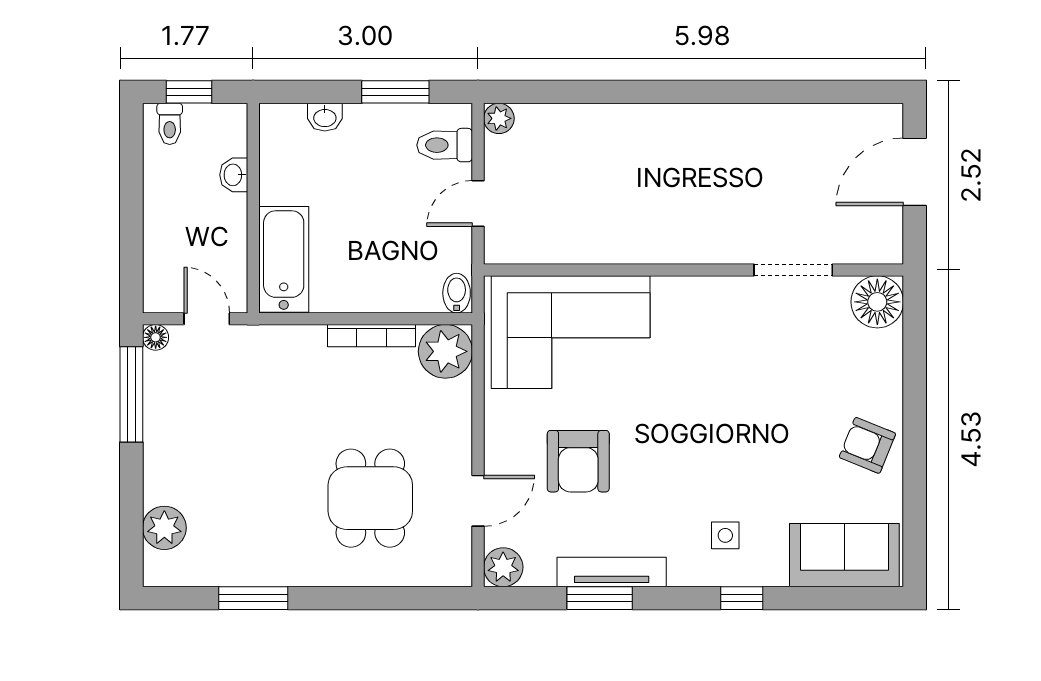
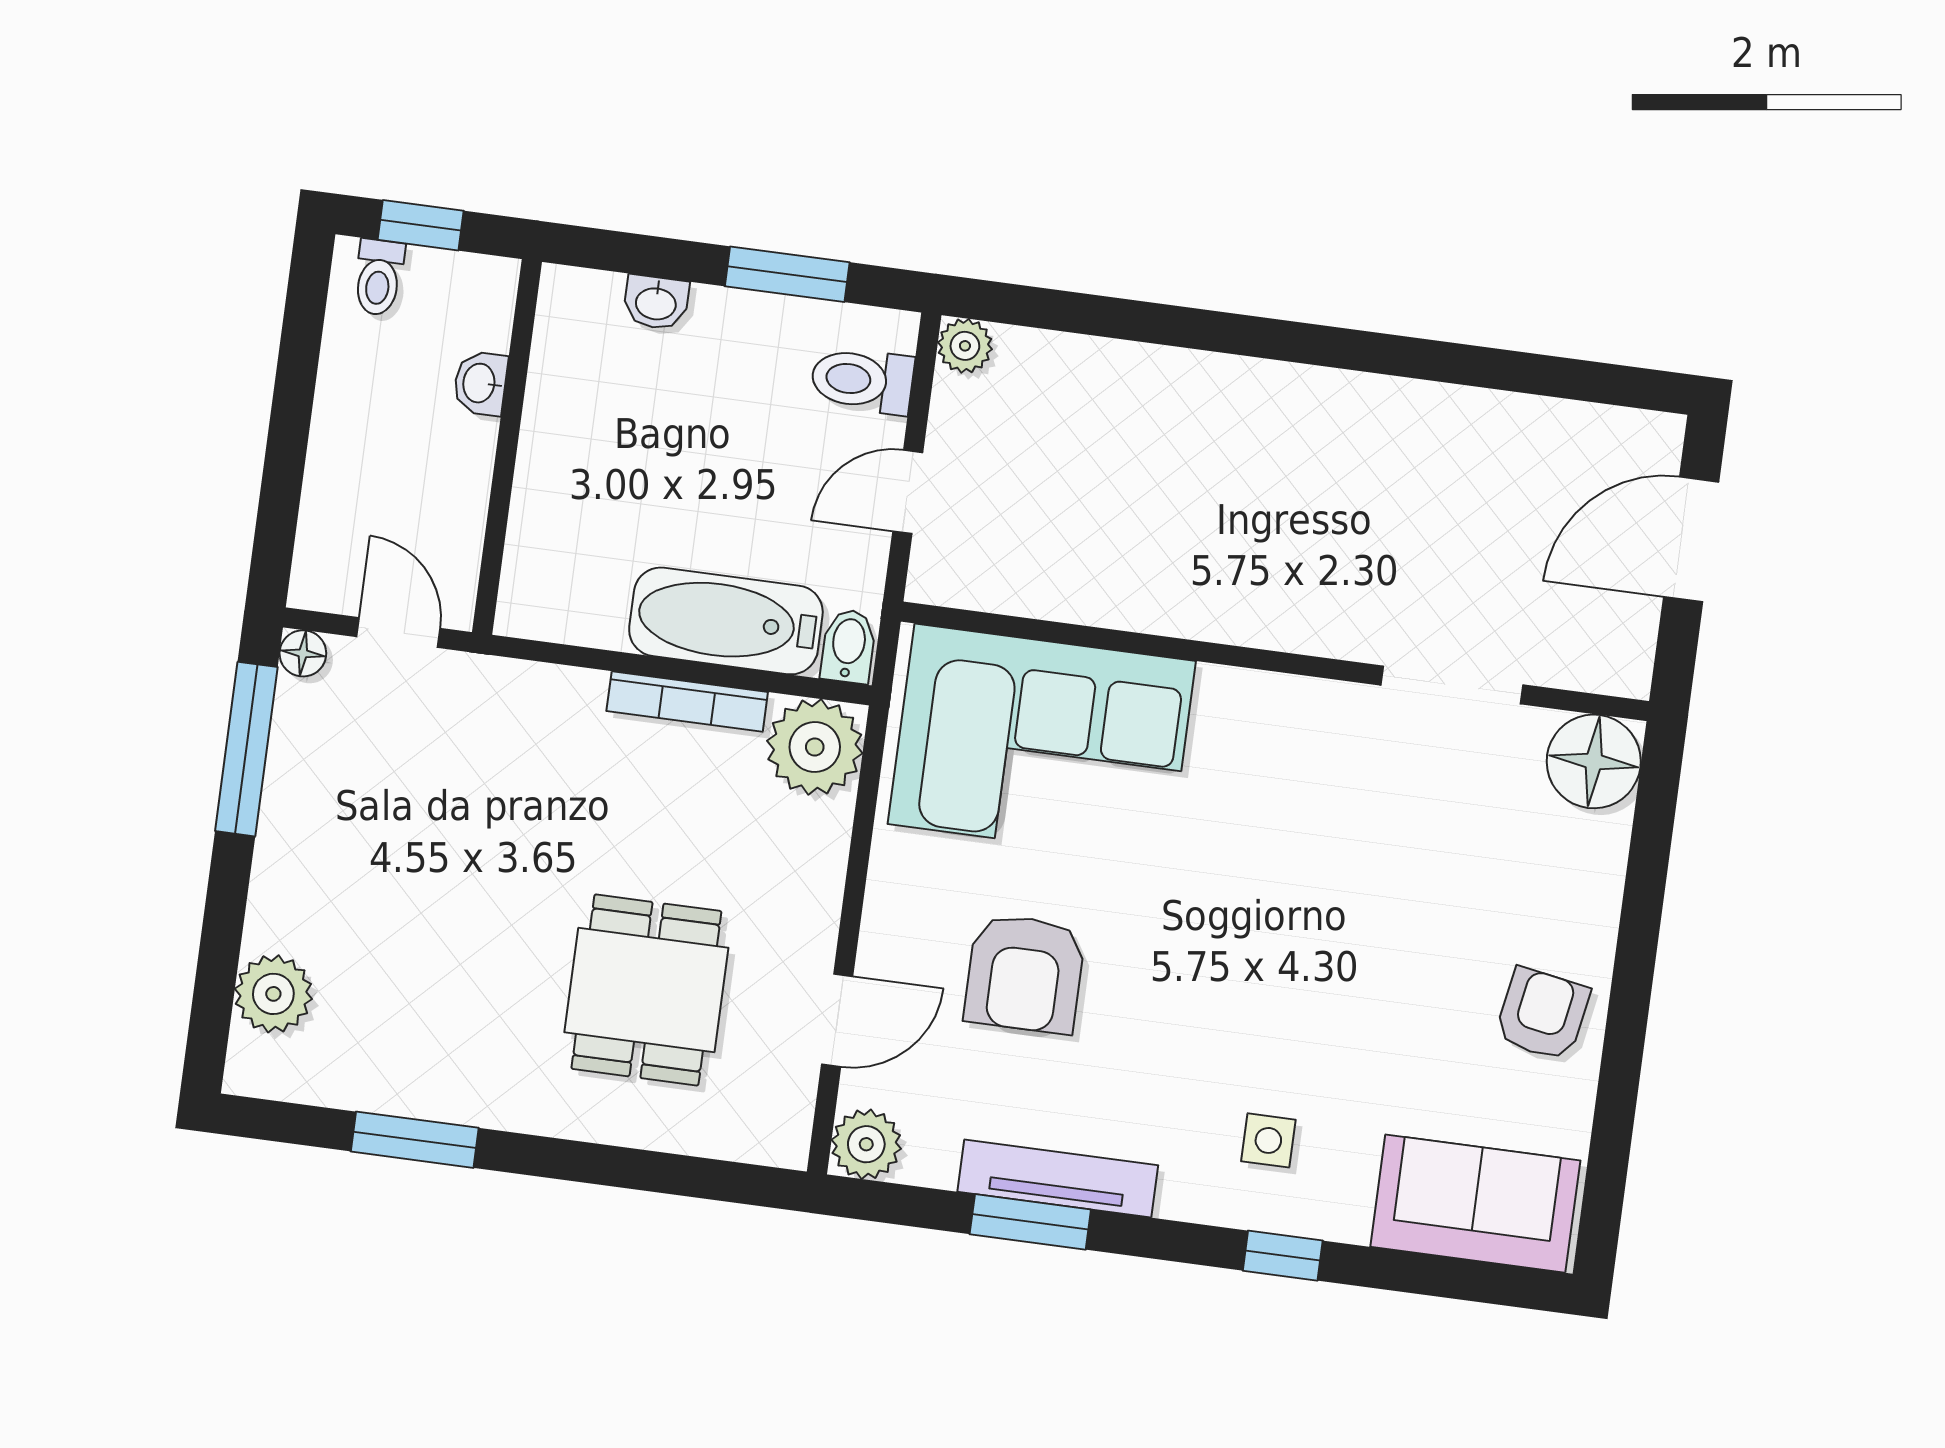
bathtub: (284, 259) -> (726, 621), moved, turned -90
armchair: (867, 445) -> (1542, 1014), turned 78

